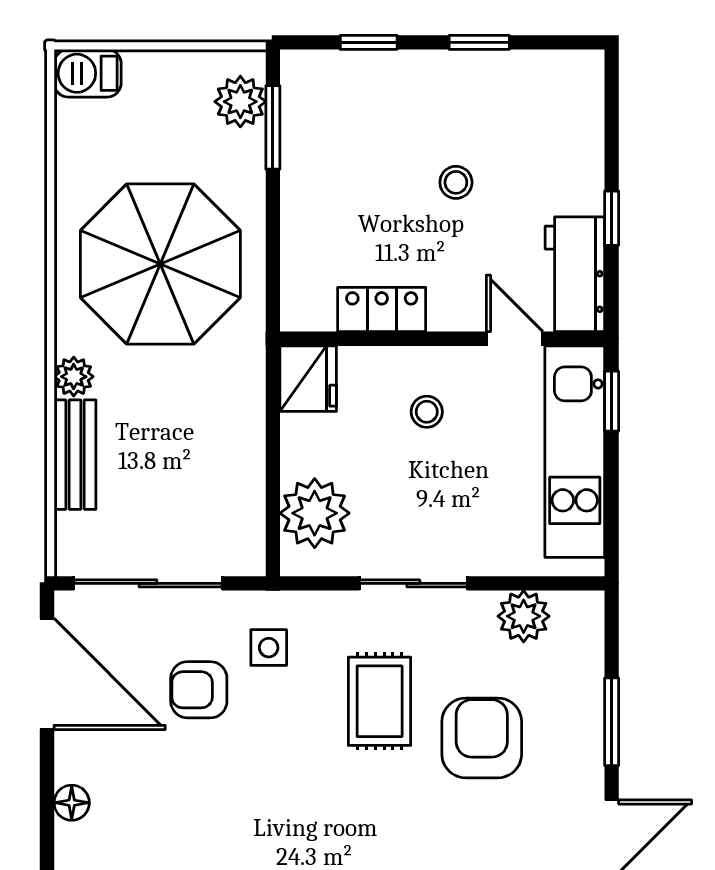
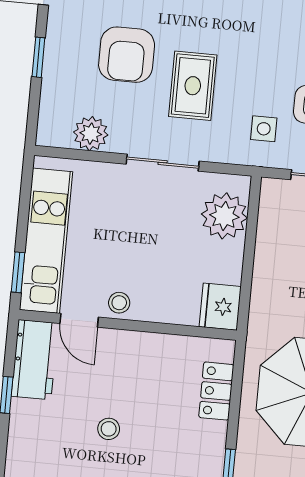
locker: (382, 309) -> (216, 391), moved, turned 90
stool: (427, 412) -> (119, 303), moved
window: (612, 722) -> (38, 57), width x0.67

